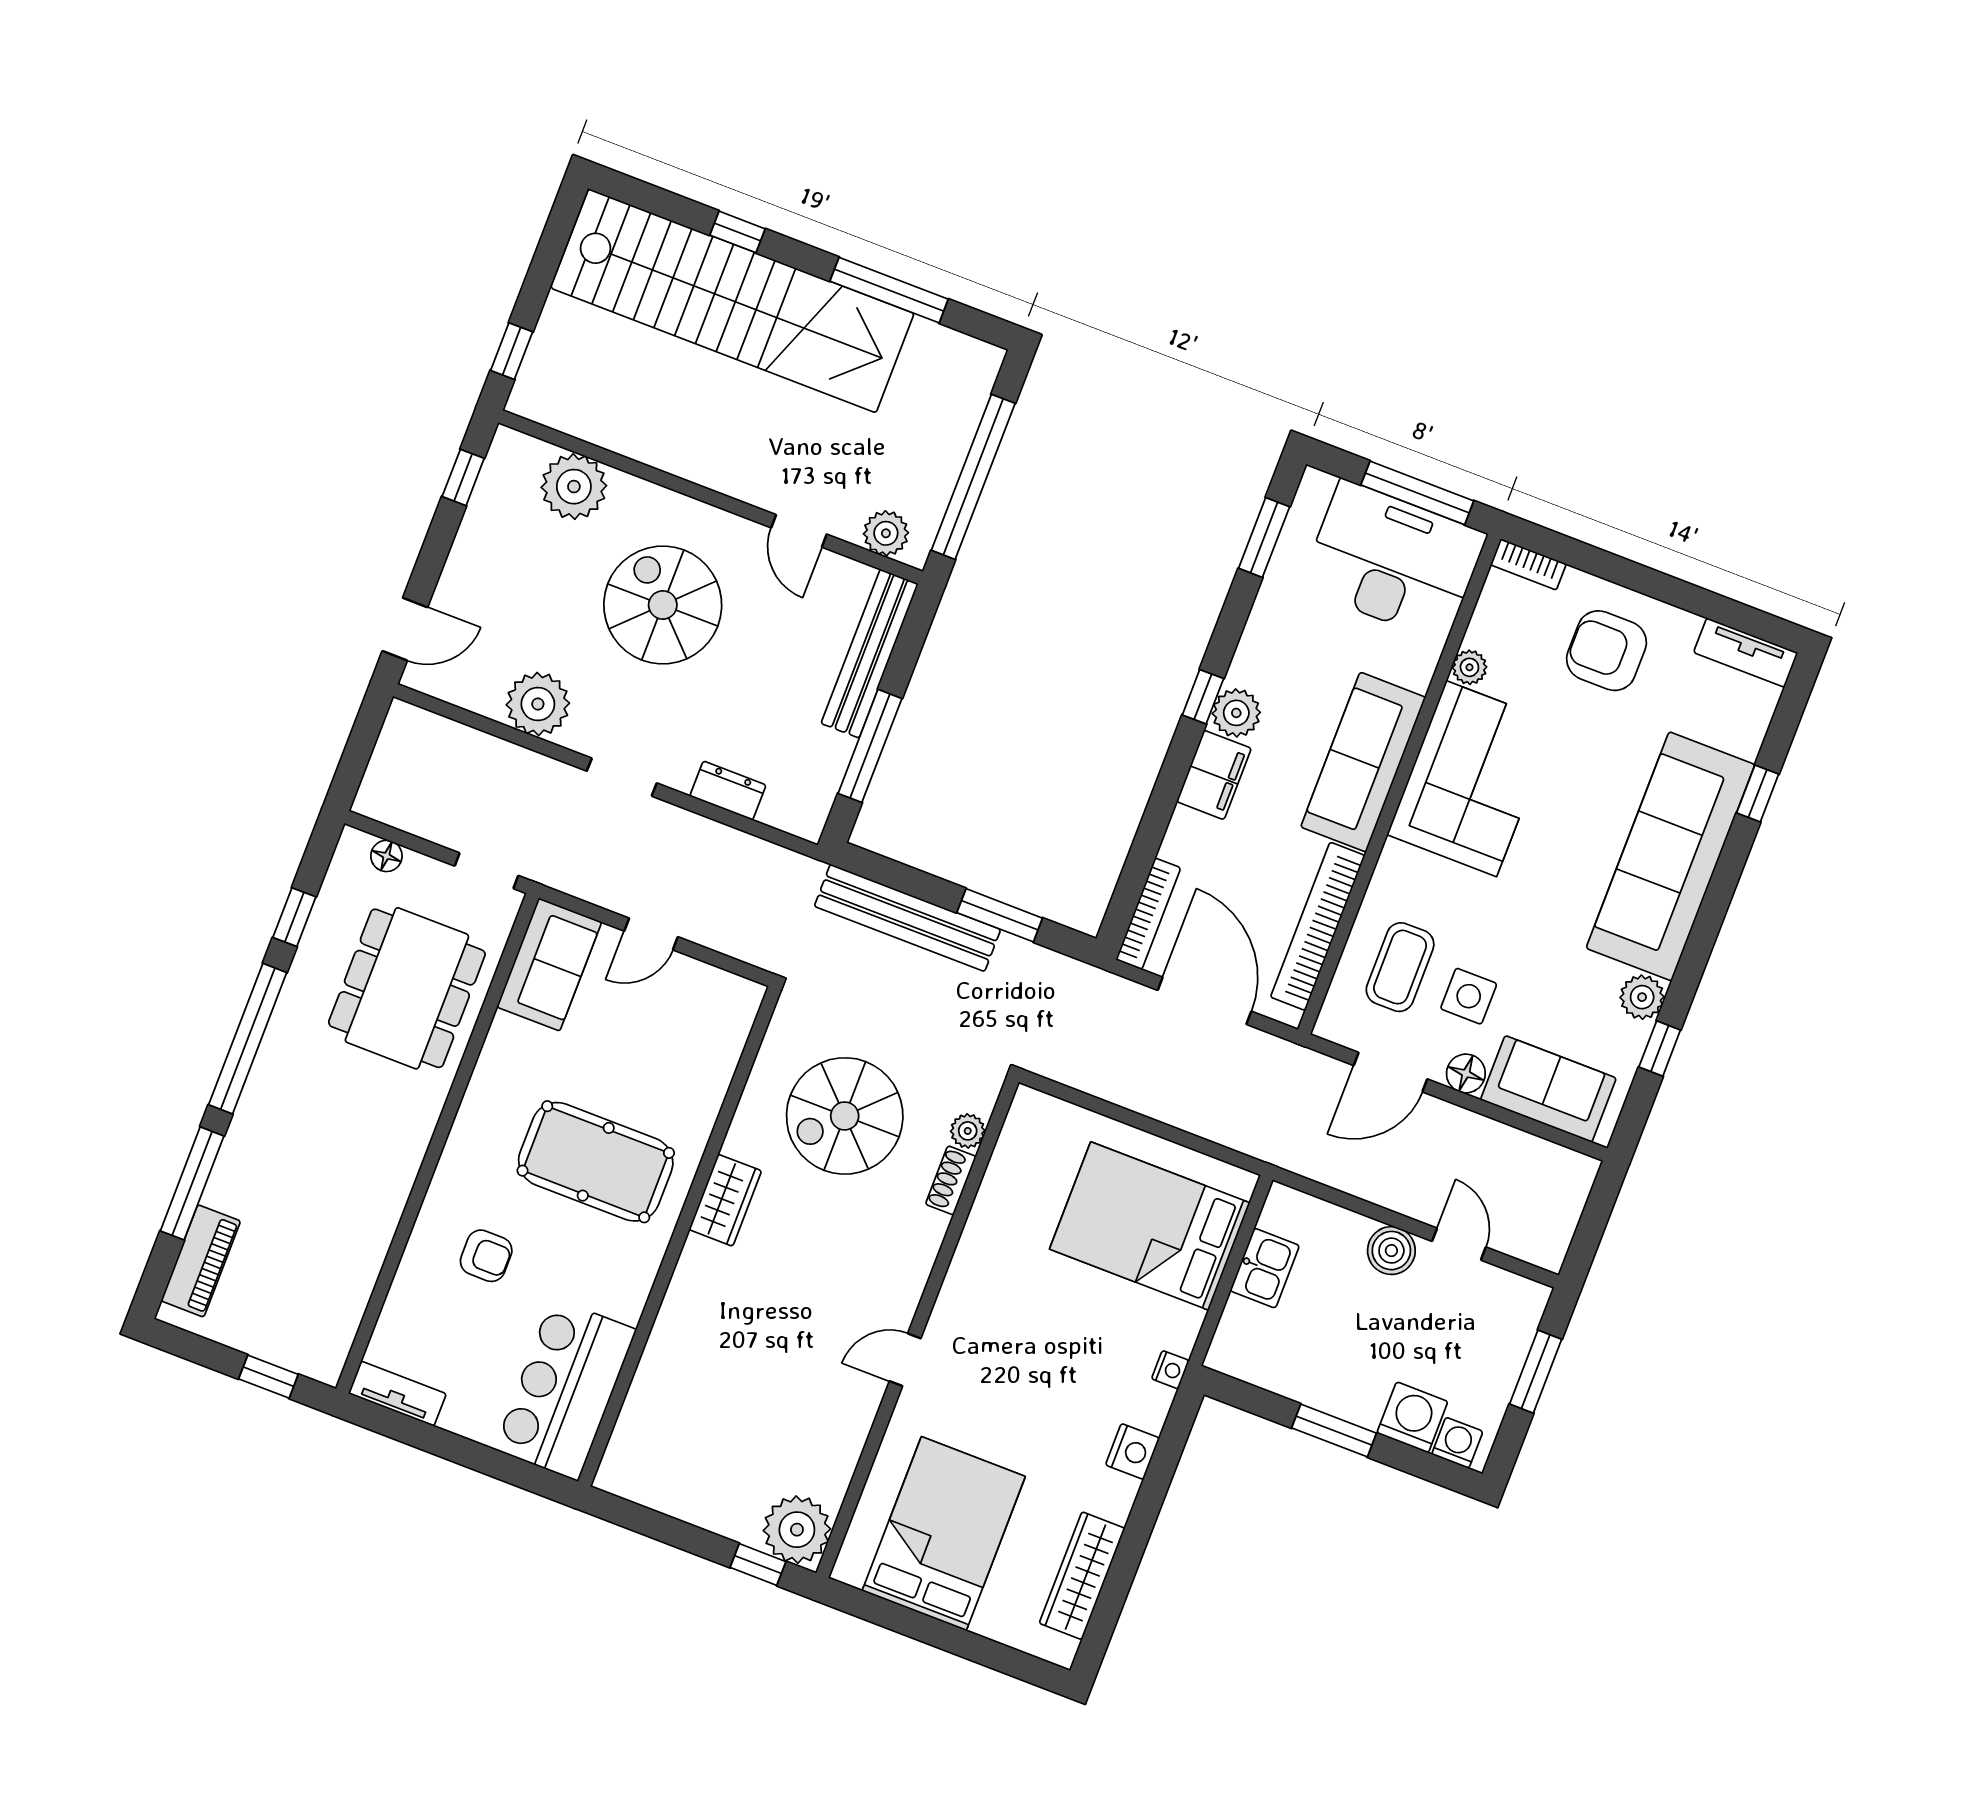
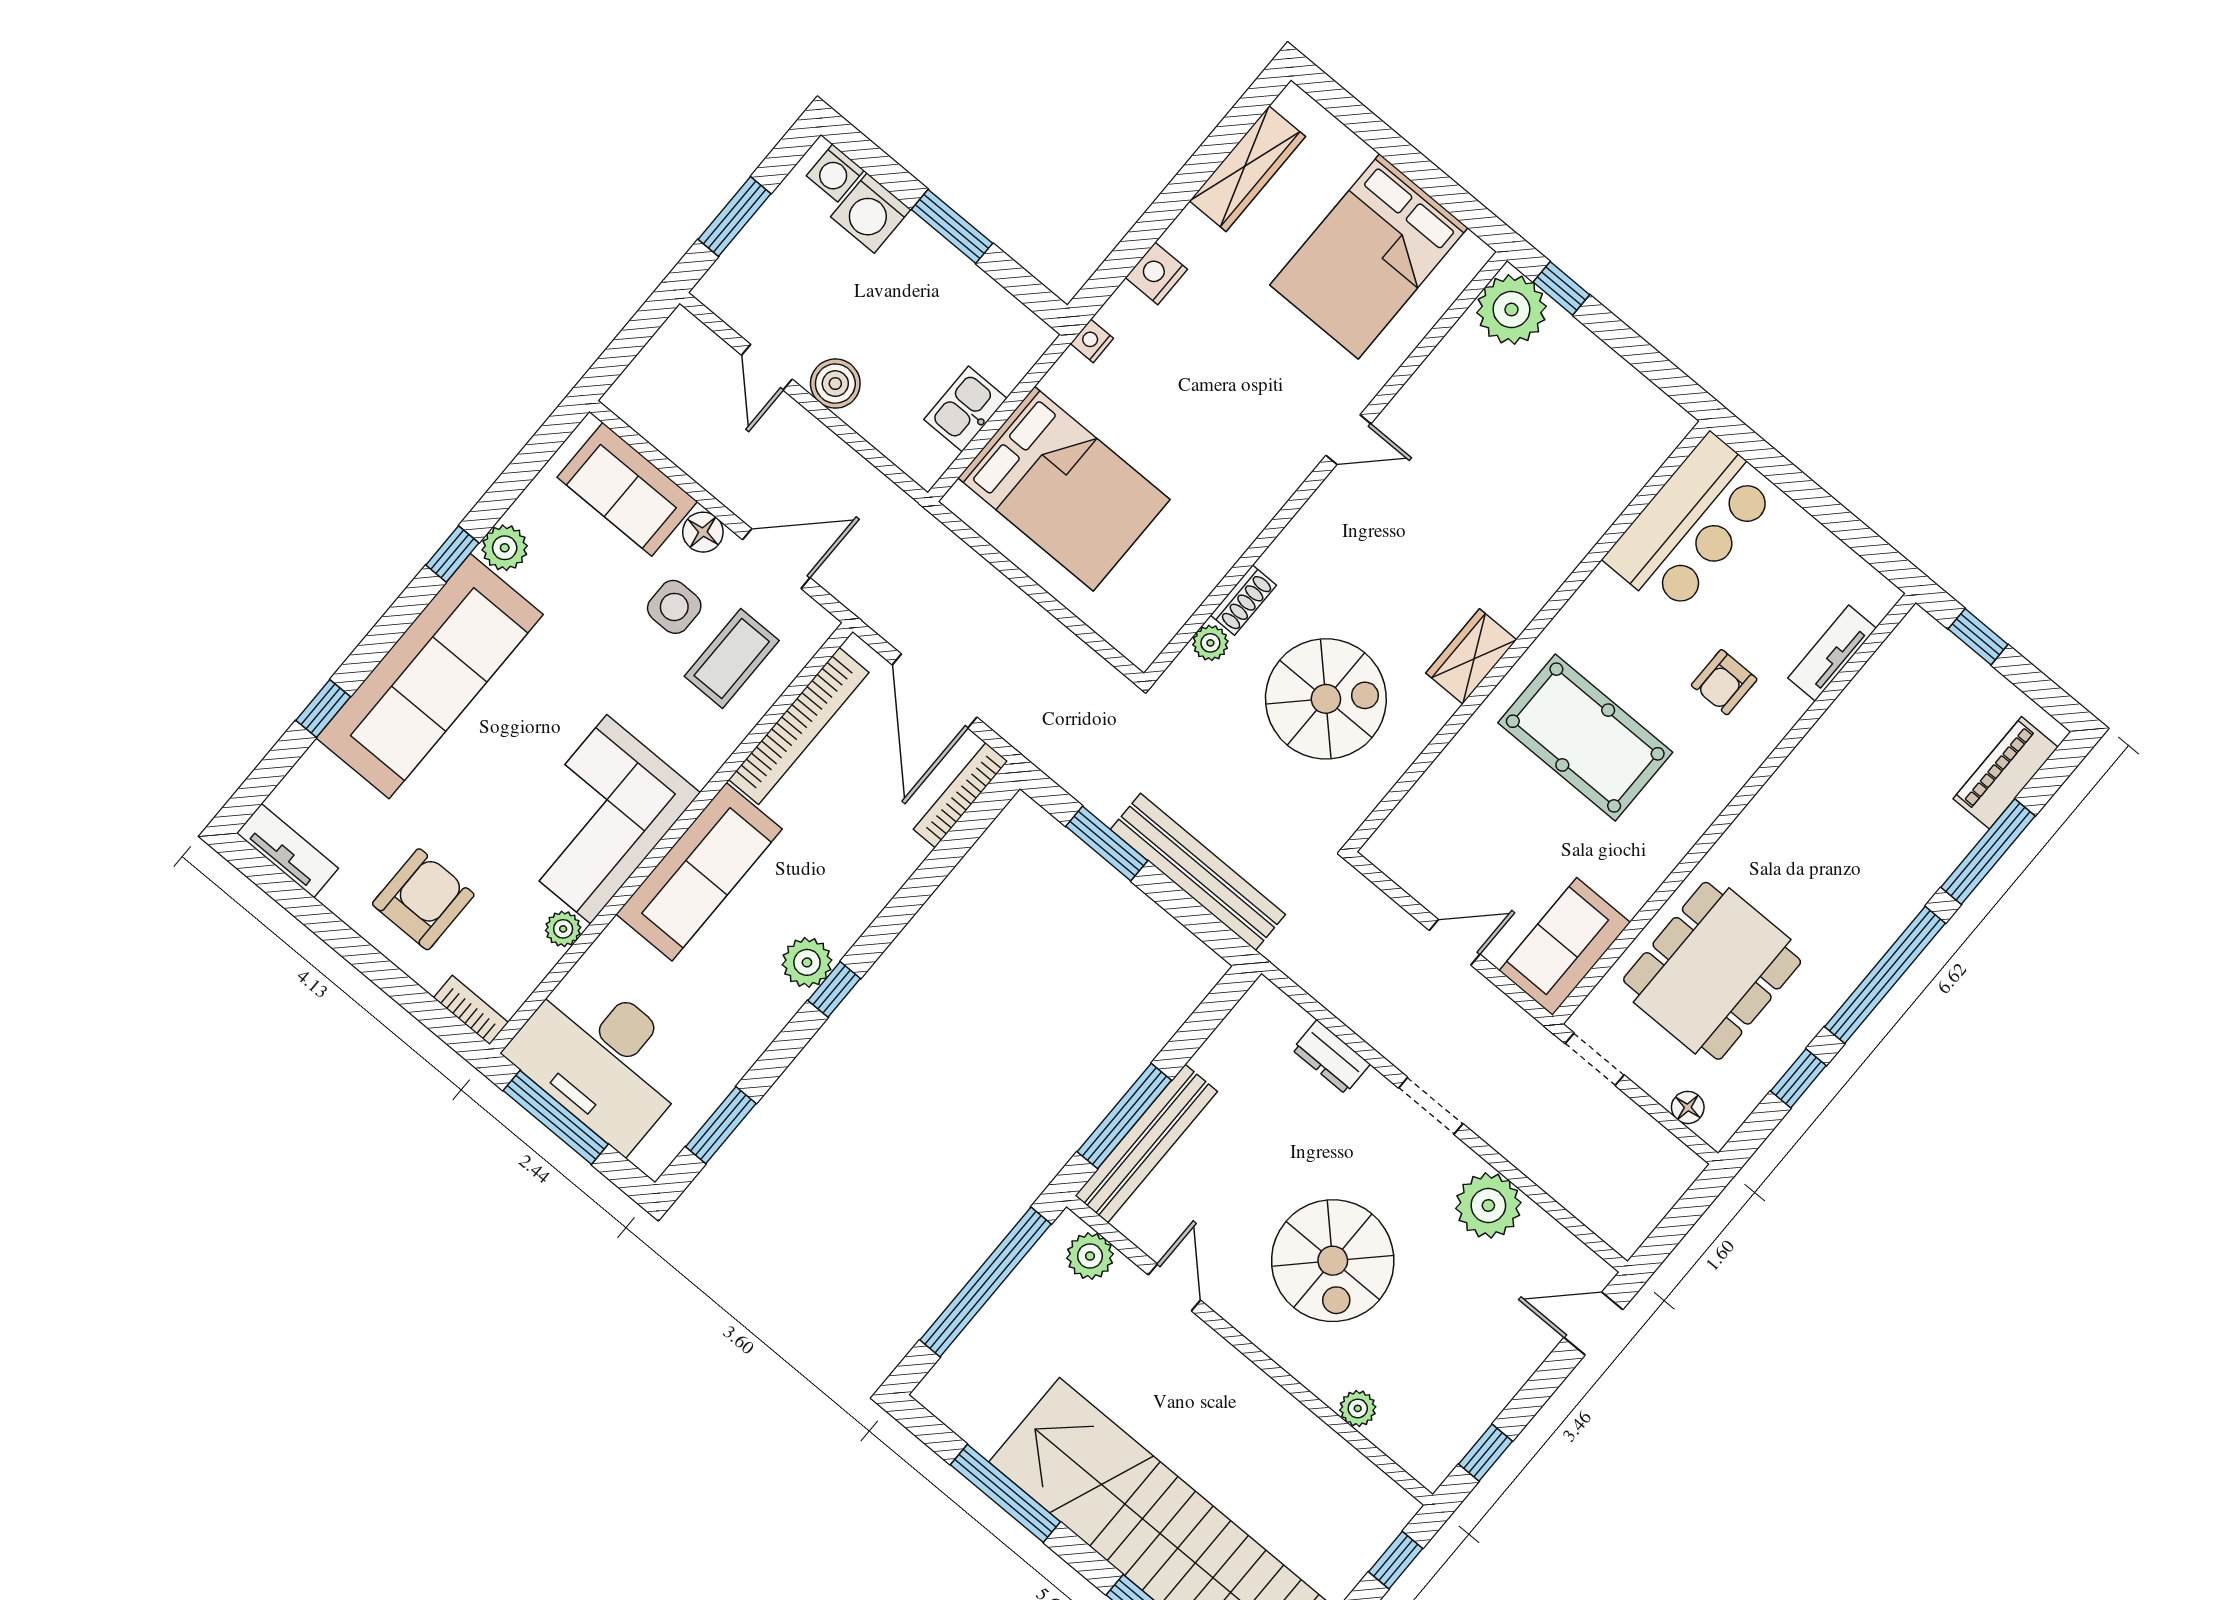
plant: (574, 487) -> (1358, 1408), width x0.53, depth x0.53
armchair: (1607, 651) -> (423, 899), turned -90
window: (870, 746) -> (1124, 1116), moved
filing cabinet: (1214, 775) -> (850, 909), removed
window: (1660, 1049) -> (452, 554), moved
armchair: (486, 1256) -> (1724, 682), turned -90
tv unit: (397, 1394) -> (1832, 653), moved, turned 90

